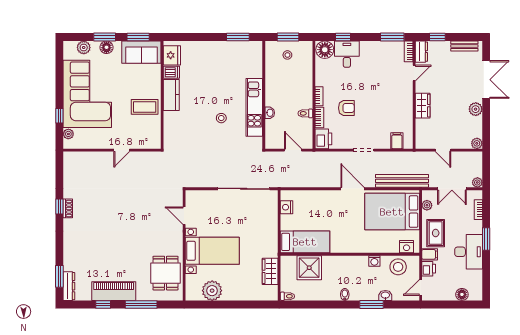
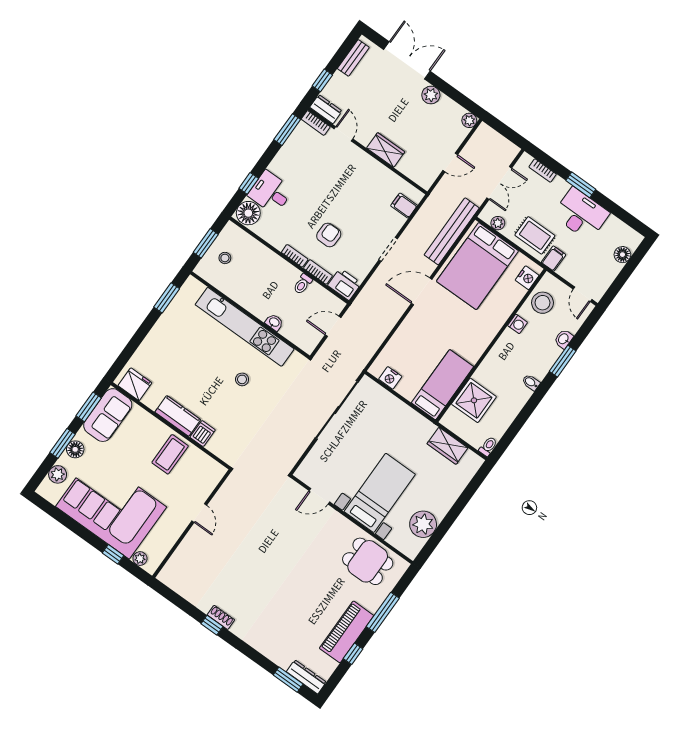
dishwasher: (171, 72) -> (203, 434), moved
kitchen unit: (254, 107) -> (245, 327), width x1.36
plant: (477, 182) -> (512, 150), removed
printer: (429, 269) -> (568, 271), removed

